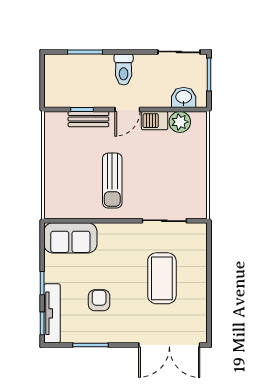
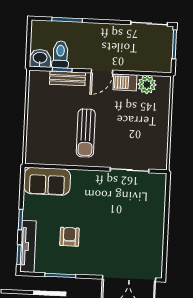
toilet: (124, 69) -> (60, 54), moved, turned 180
washbasin: (184, 97) -> (40, 58), moved
coffee table: (162, 278) -> (125, 220), removed

